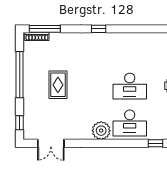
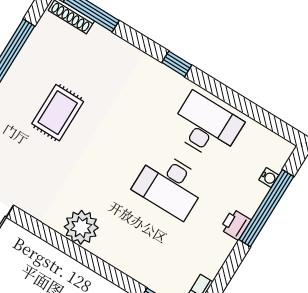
desk: (130, 123) -> (206, 126), moved, turned 180

